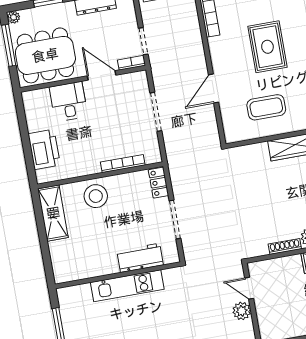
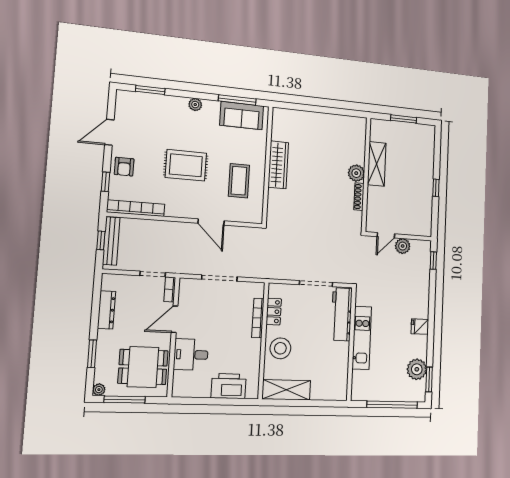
dining table: (45, 55) -> (143, 367), width x0.73
locker: (158, 183) -> (274, 312), moved, turned -90
workbench: (140, 258) -> (342, 314), width x1.38

